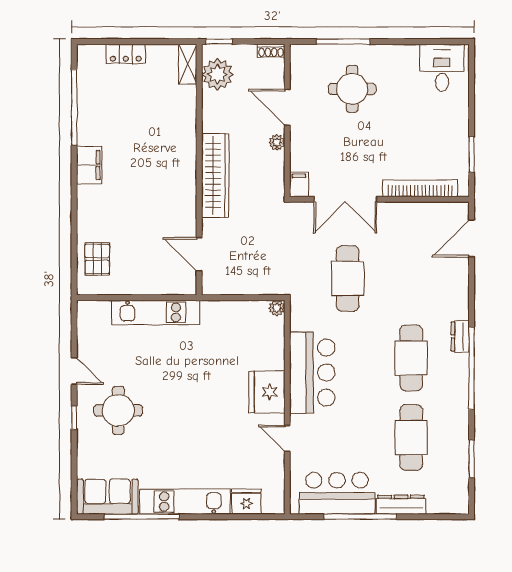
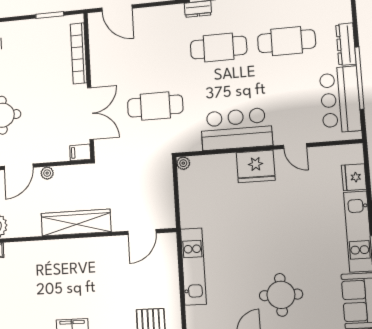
door: (287, 438) -> (295, 146), hinge flipped

